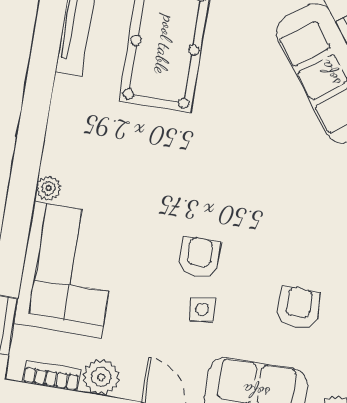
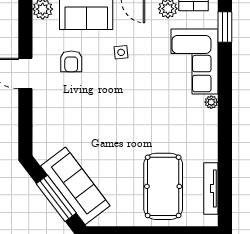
armchair: (199, 257) -> (127, 79), removed

